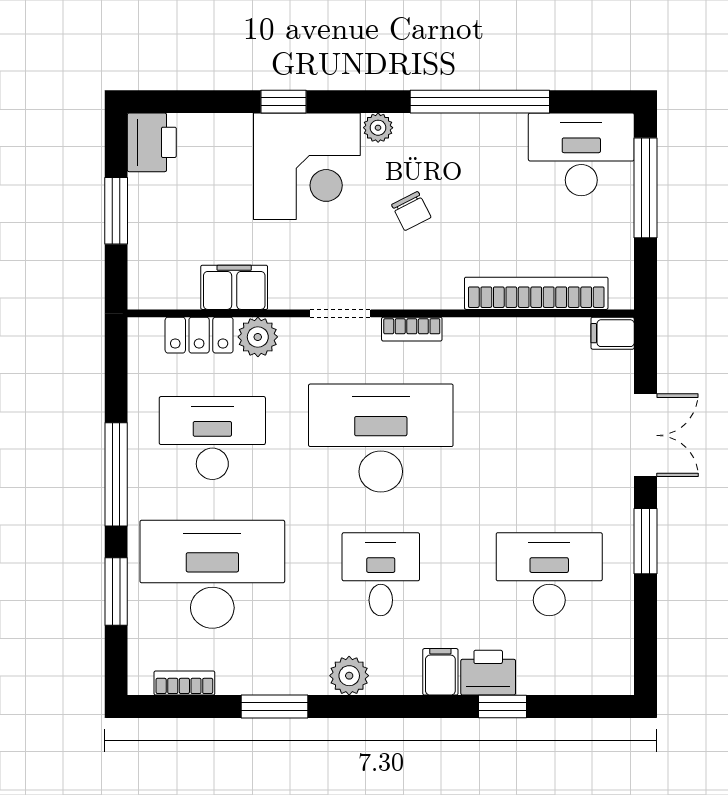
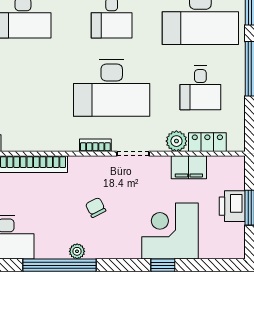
plant: (378, 128) -> (77, 251), moved
printer: (152, 142) -> (232, 206), moved
corner desk: (307, 166) -> (170, 231), moved
desk: (212, 438) -> (200, 88), width x0.73

